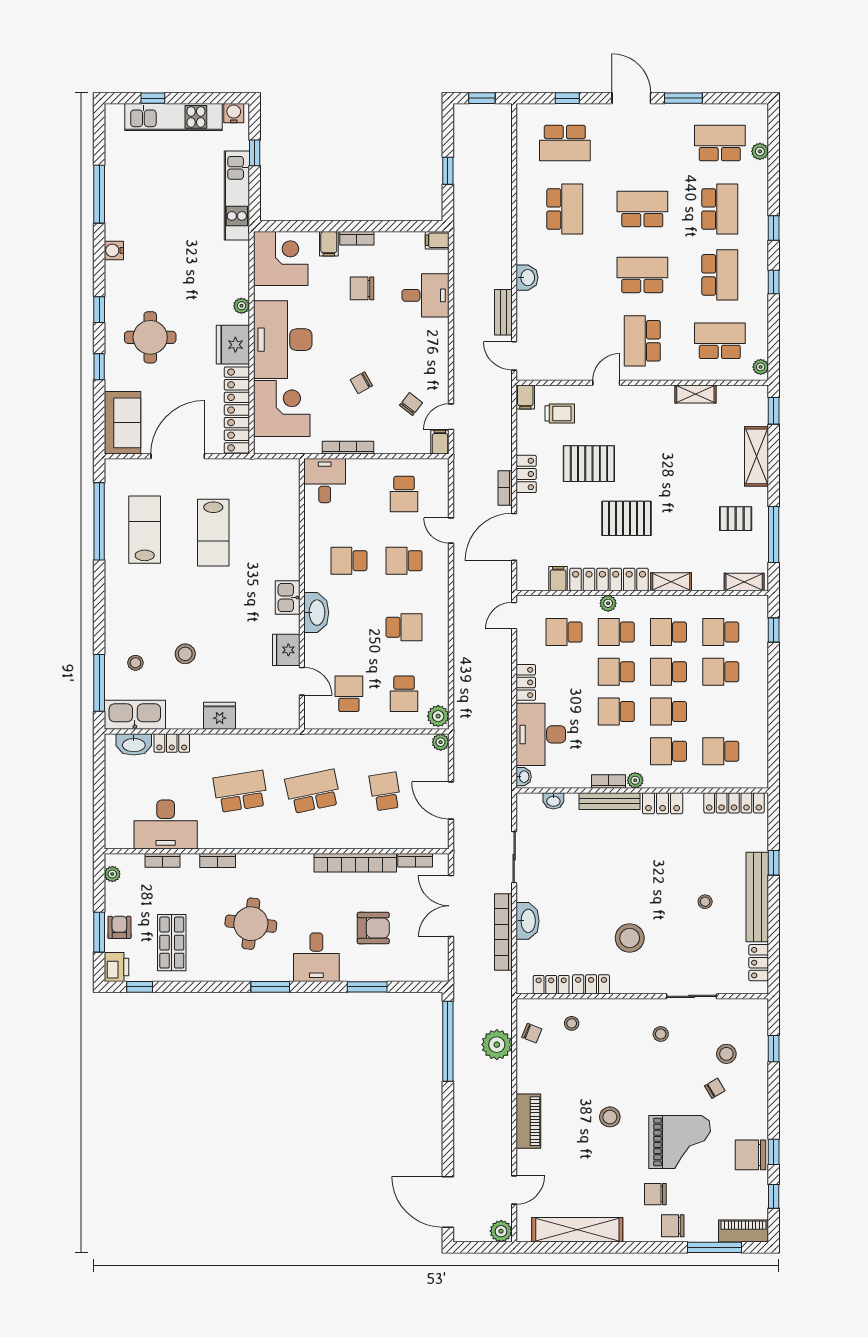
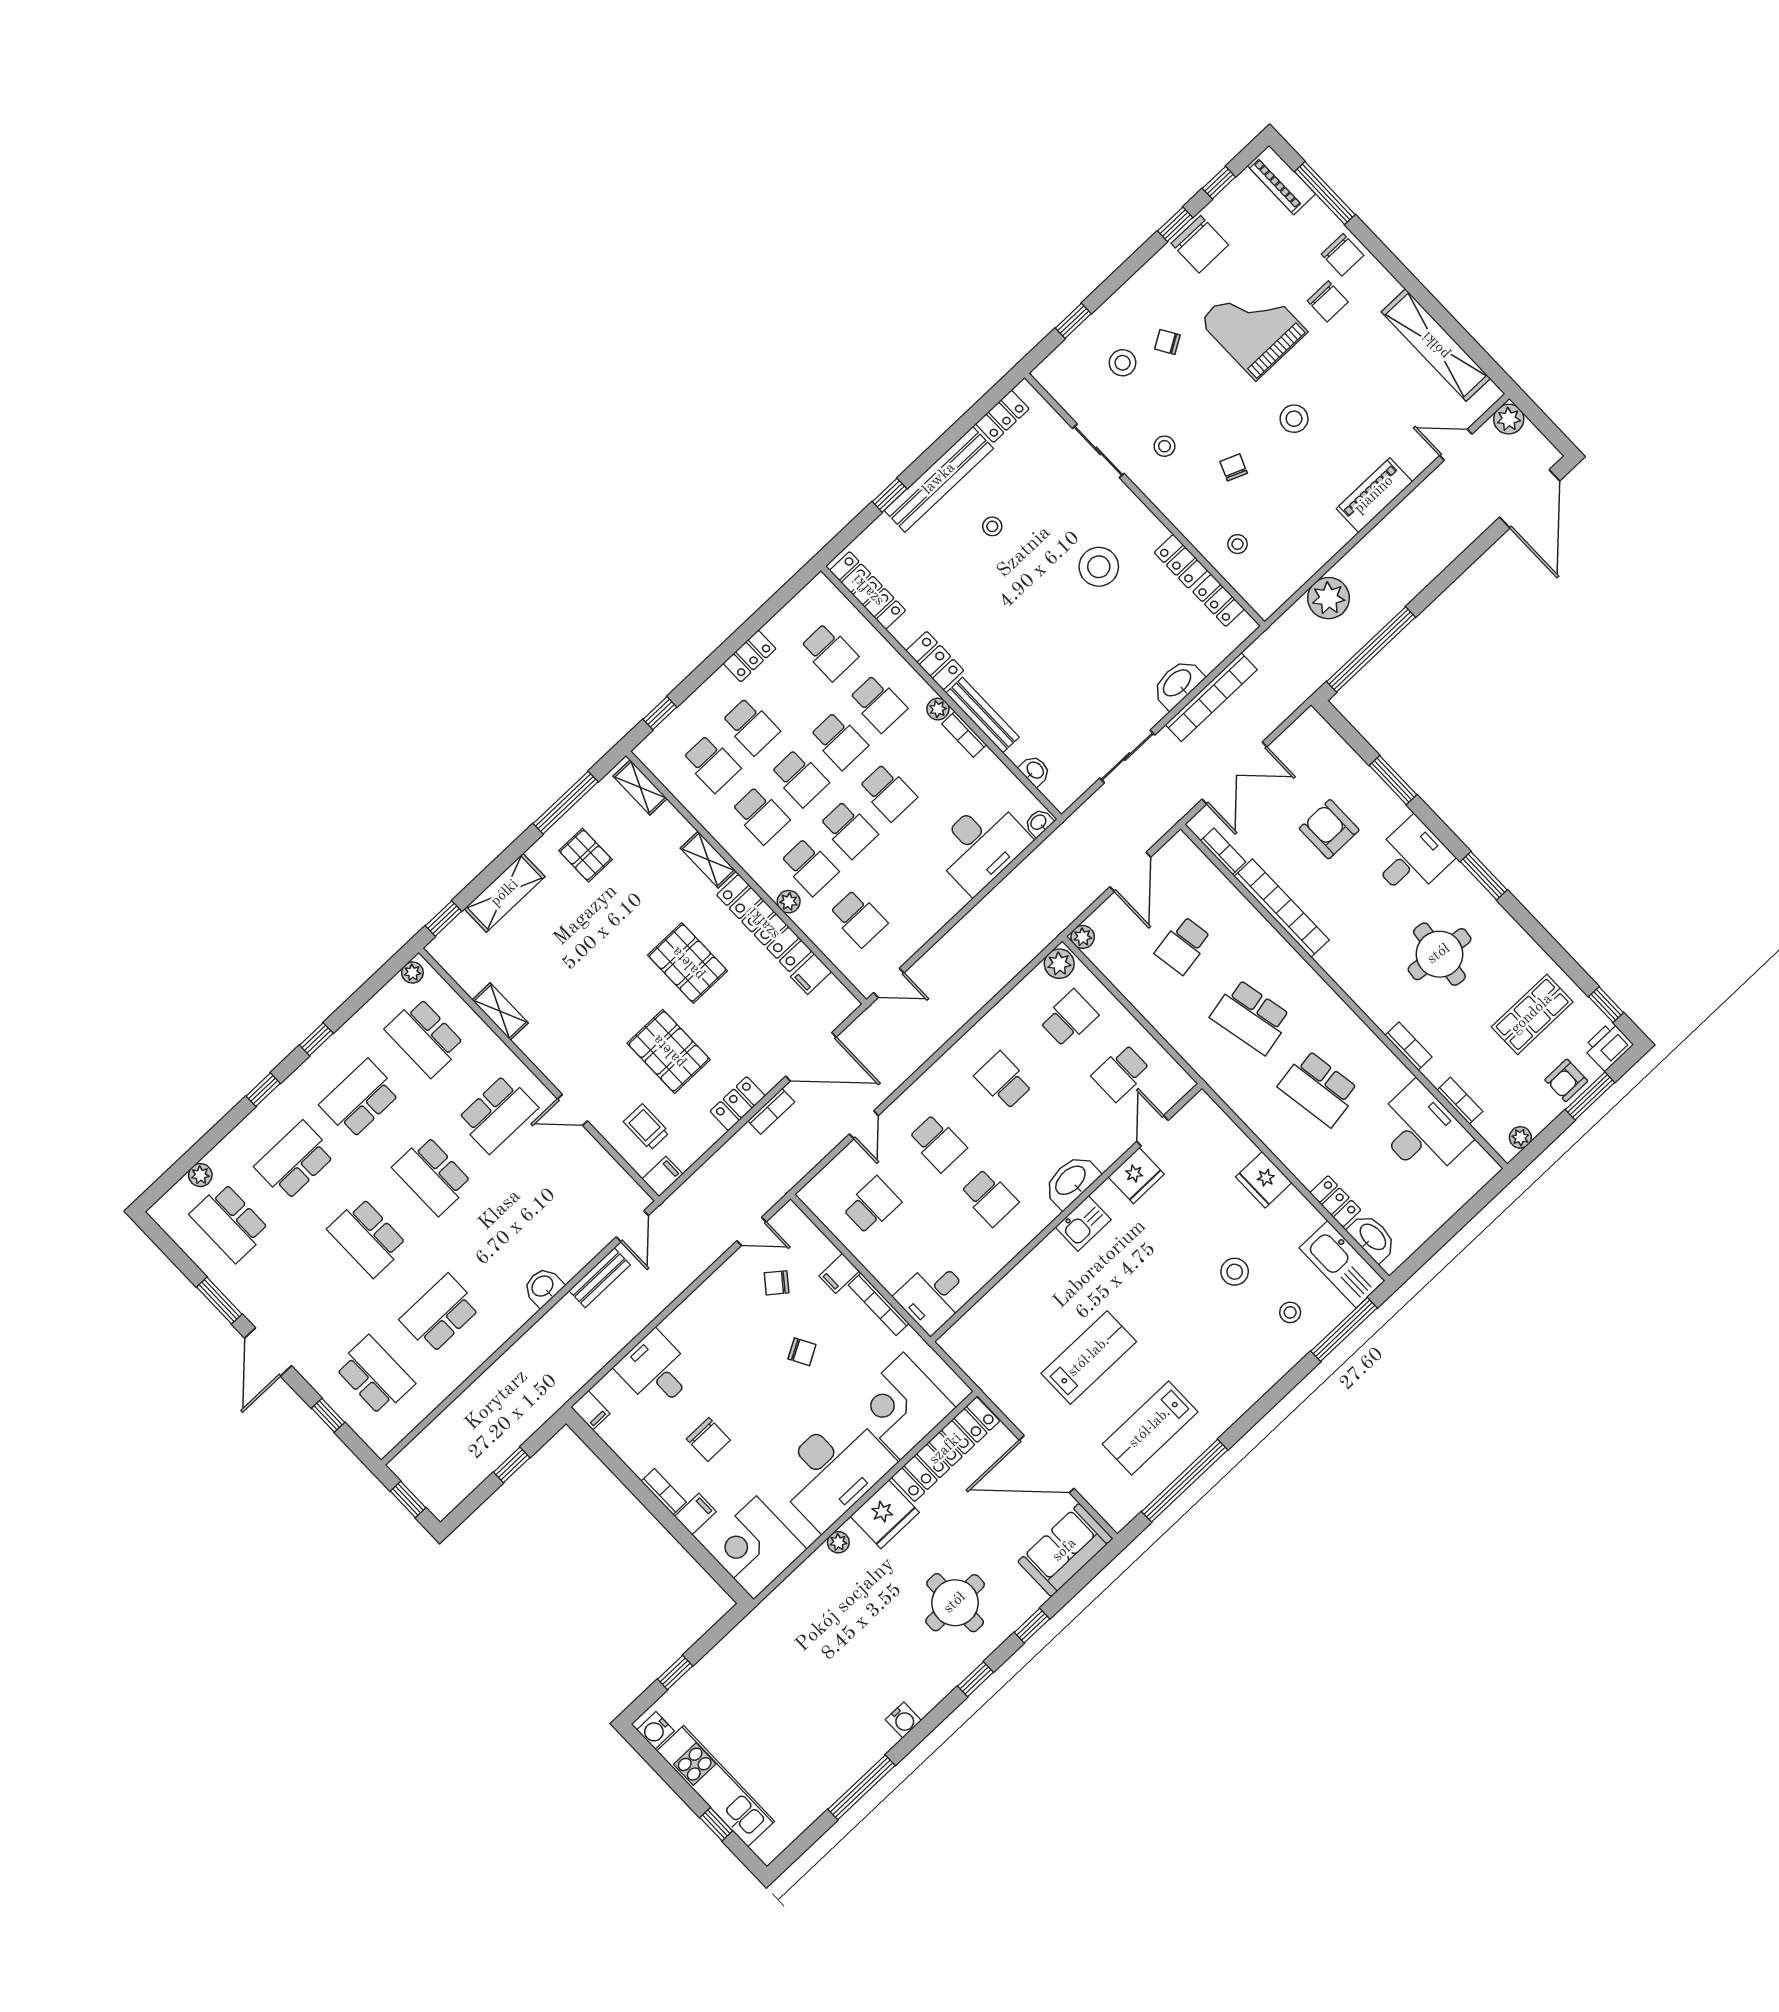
kitchen unit: (237, 195) -> (734, 1650), removed
filing cabinet: (440, 442) -> (839, 1273), moved
locker: (526, 682) -> (749, 656), moved, turned 180
chair: (532, 1033) -> (1234, 467), moved

